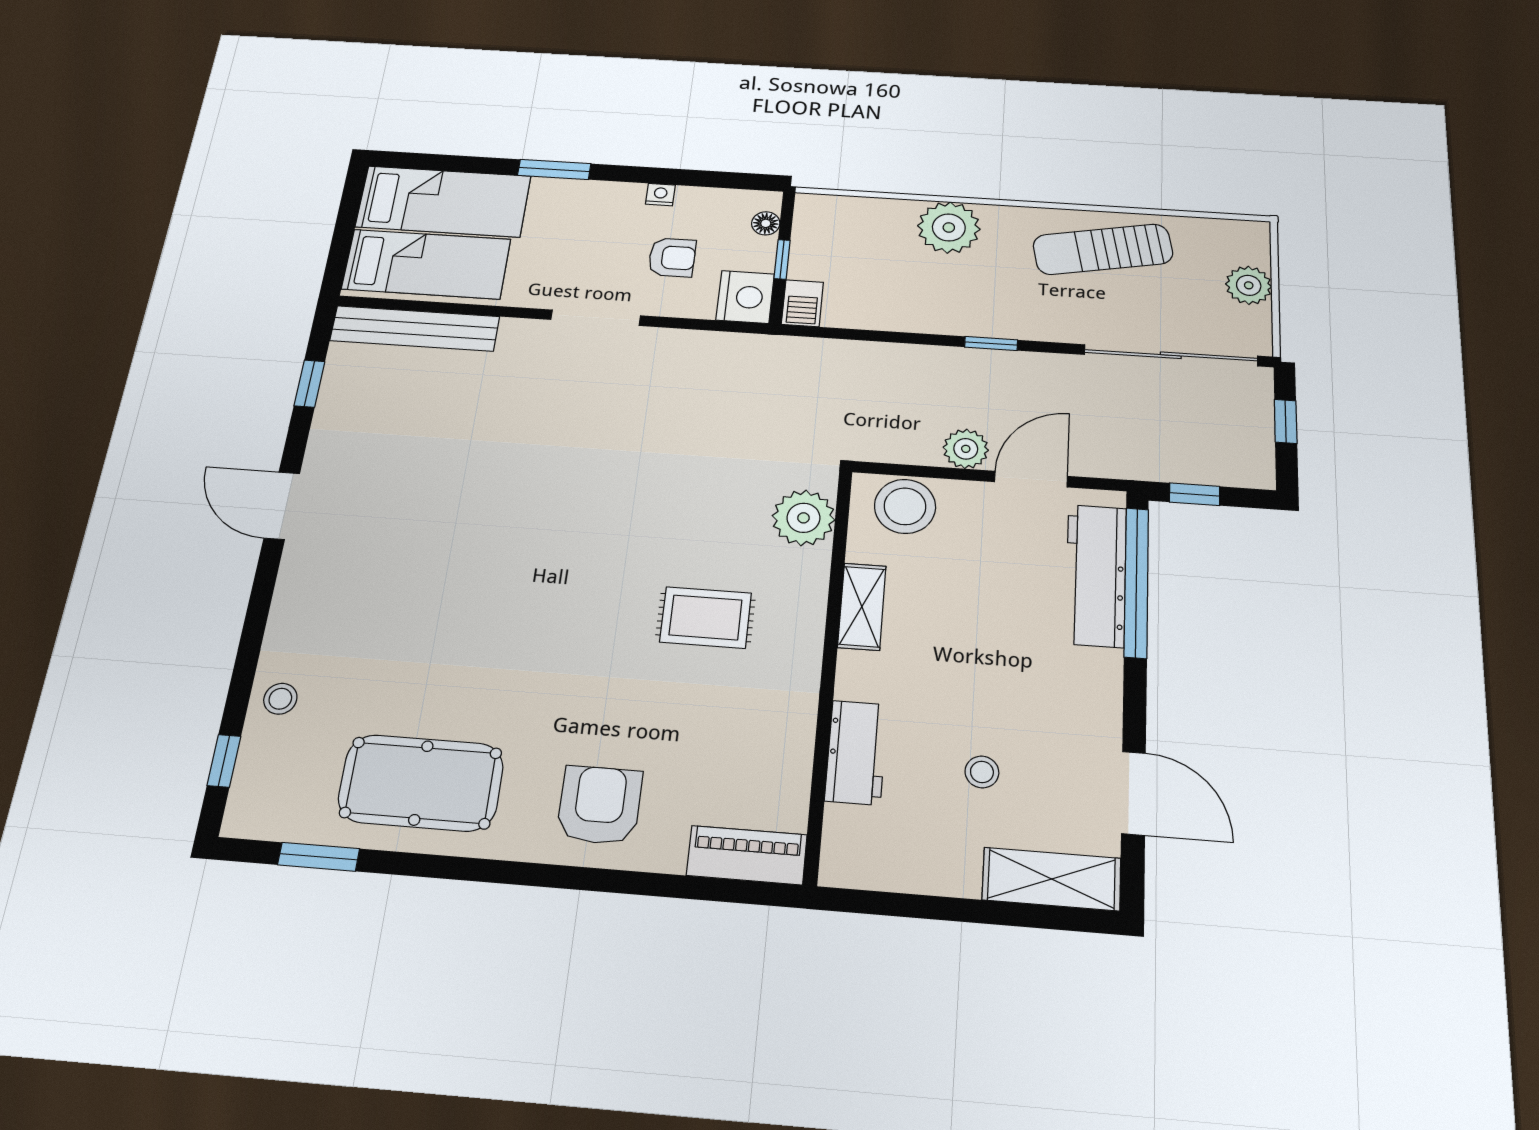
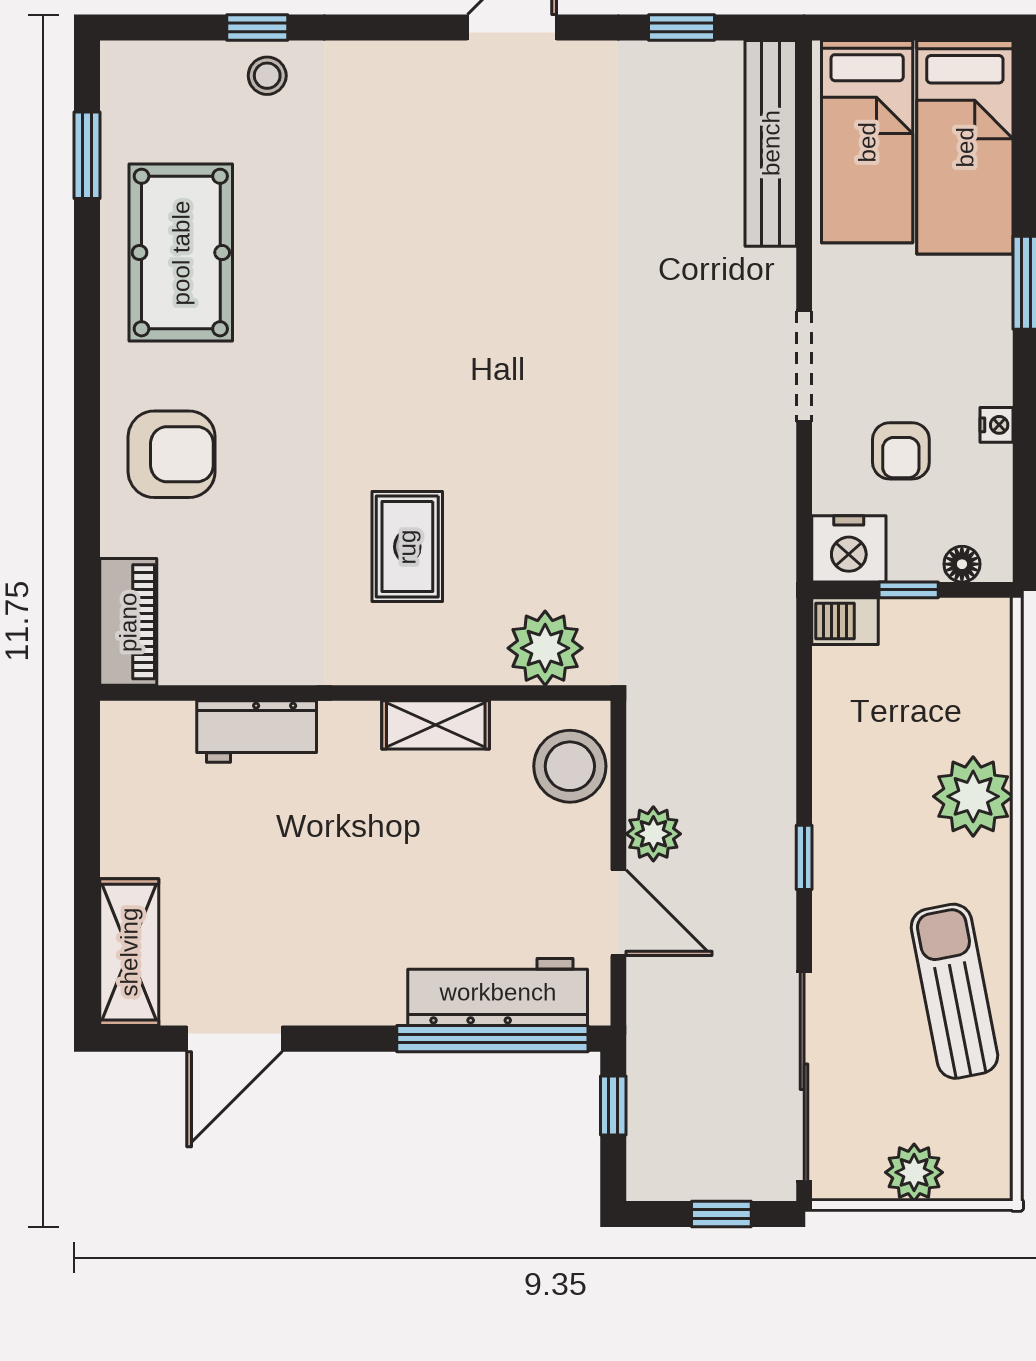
window: (224, 761) -> (257, 27), moved
stool: (982, 772) -> (245, 872), removed

